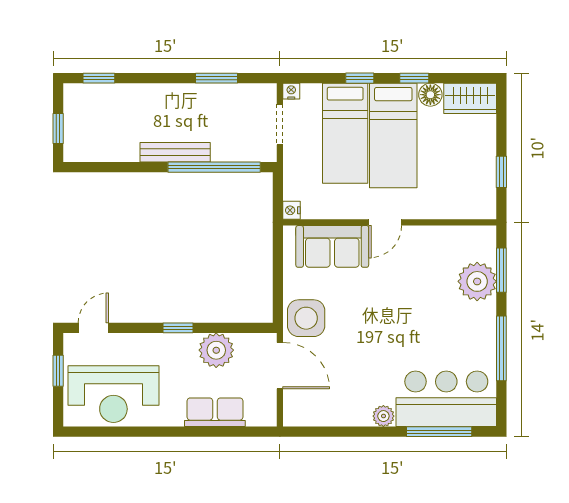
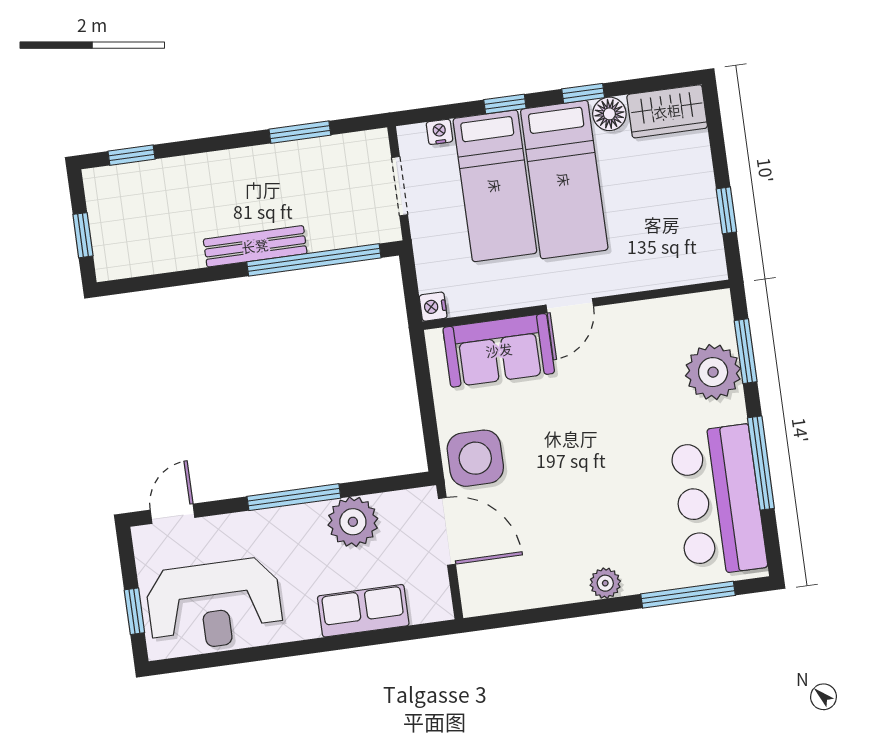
nightstand: (291, 91) -> (439, 132), moved
window: (178, 328) -> (294, 497), width x2.17
window: (58, 371) -> (134, 611), moved
bar counter: (446, 399) -> (718, 501), moved, turned -90

